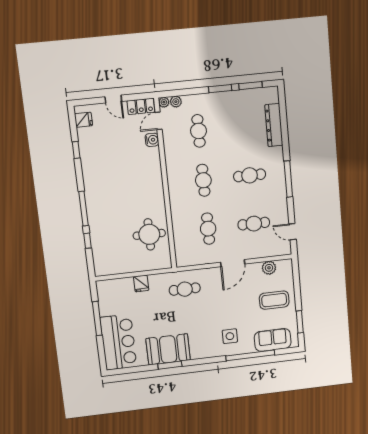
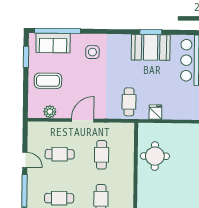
door: (293, 232) -> (25, 160), moved
fridge: (141, 283) -> (155, 112), moved
cafe table: (185, 289) -> (129, 102), turned 90
window: (250, 355) -> (57, 31), moved

